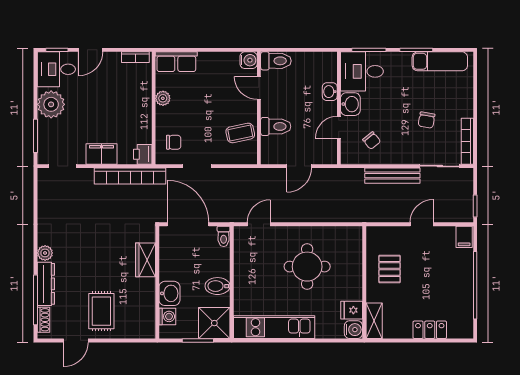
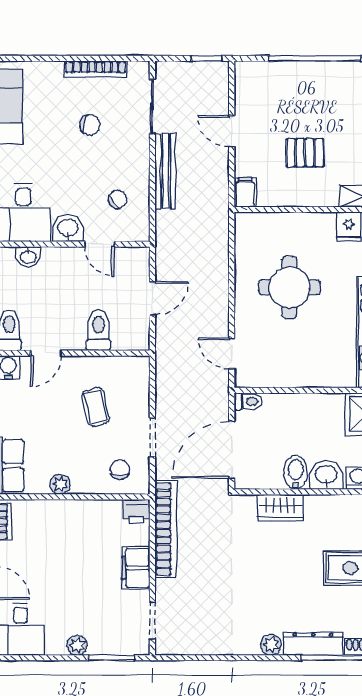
washbasin: (330, 92) -> (28, 257), moved
plant: (51, 104) -> (77, 645), width x0.53, depth x0.53
coffee table: (240, 133) -> (96, 407), moved
bookcase: (467, 141) -> (96, 69), moved
door: (299, 166) -> (152, 298), hinge flipped
filing cabinet: (464, 237) -> (245, 192), moved, turned -90
pallet: (390, 269) -> (305, 153), moved
bidet: (217, 286) -> (296, 472), moved, turned 180

